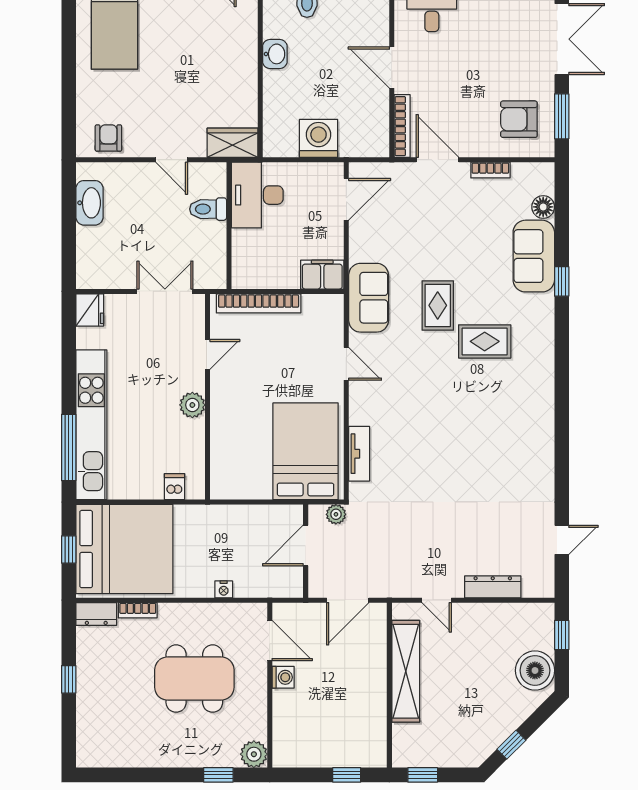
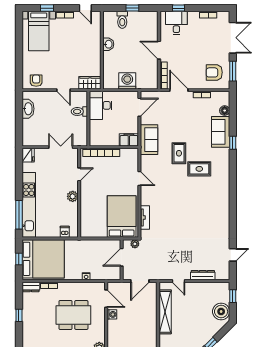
sofa: (369, 298) -> (149, 140), moved

